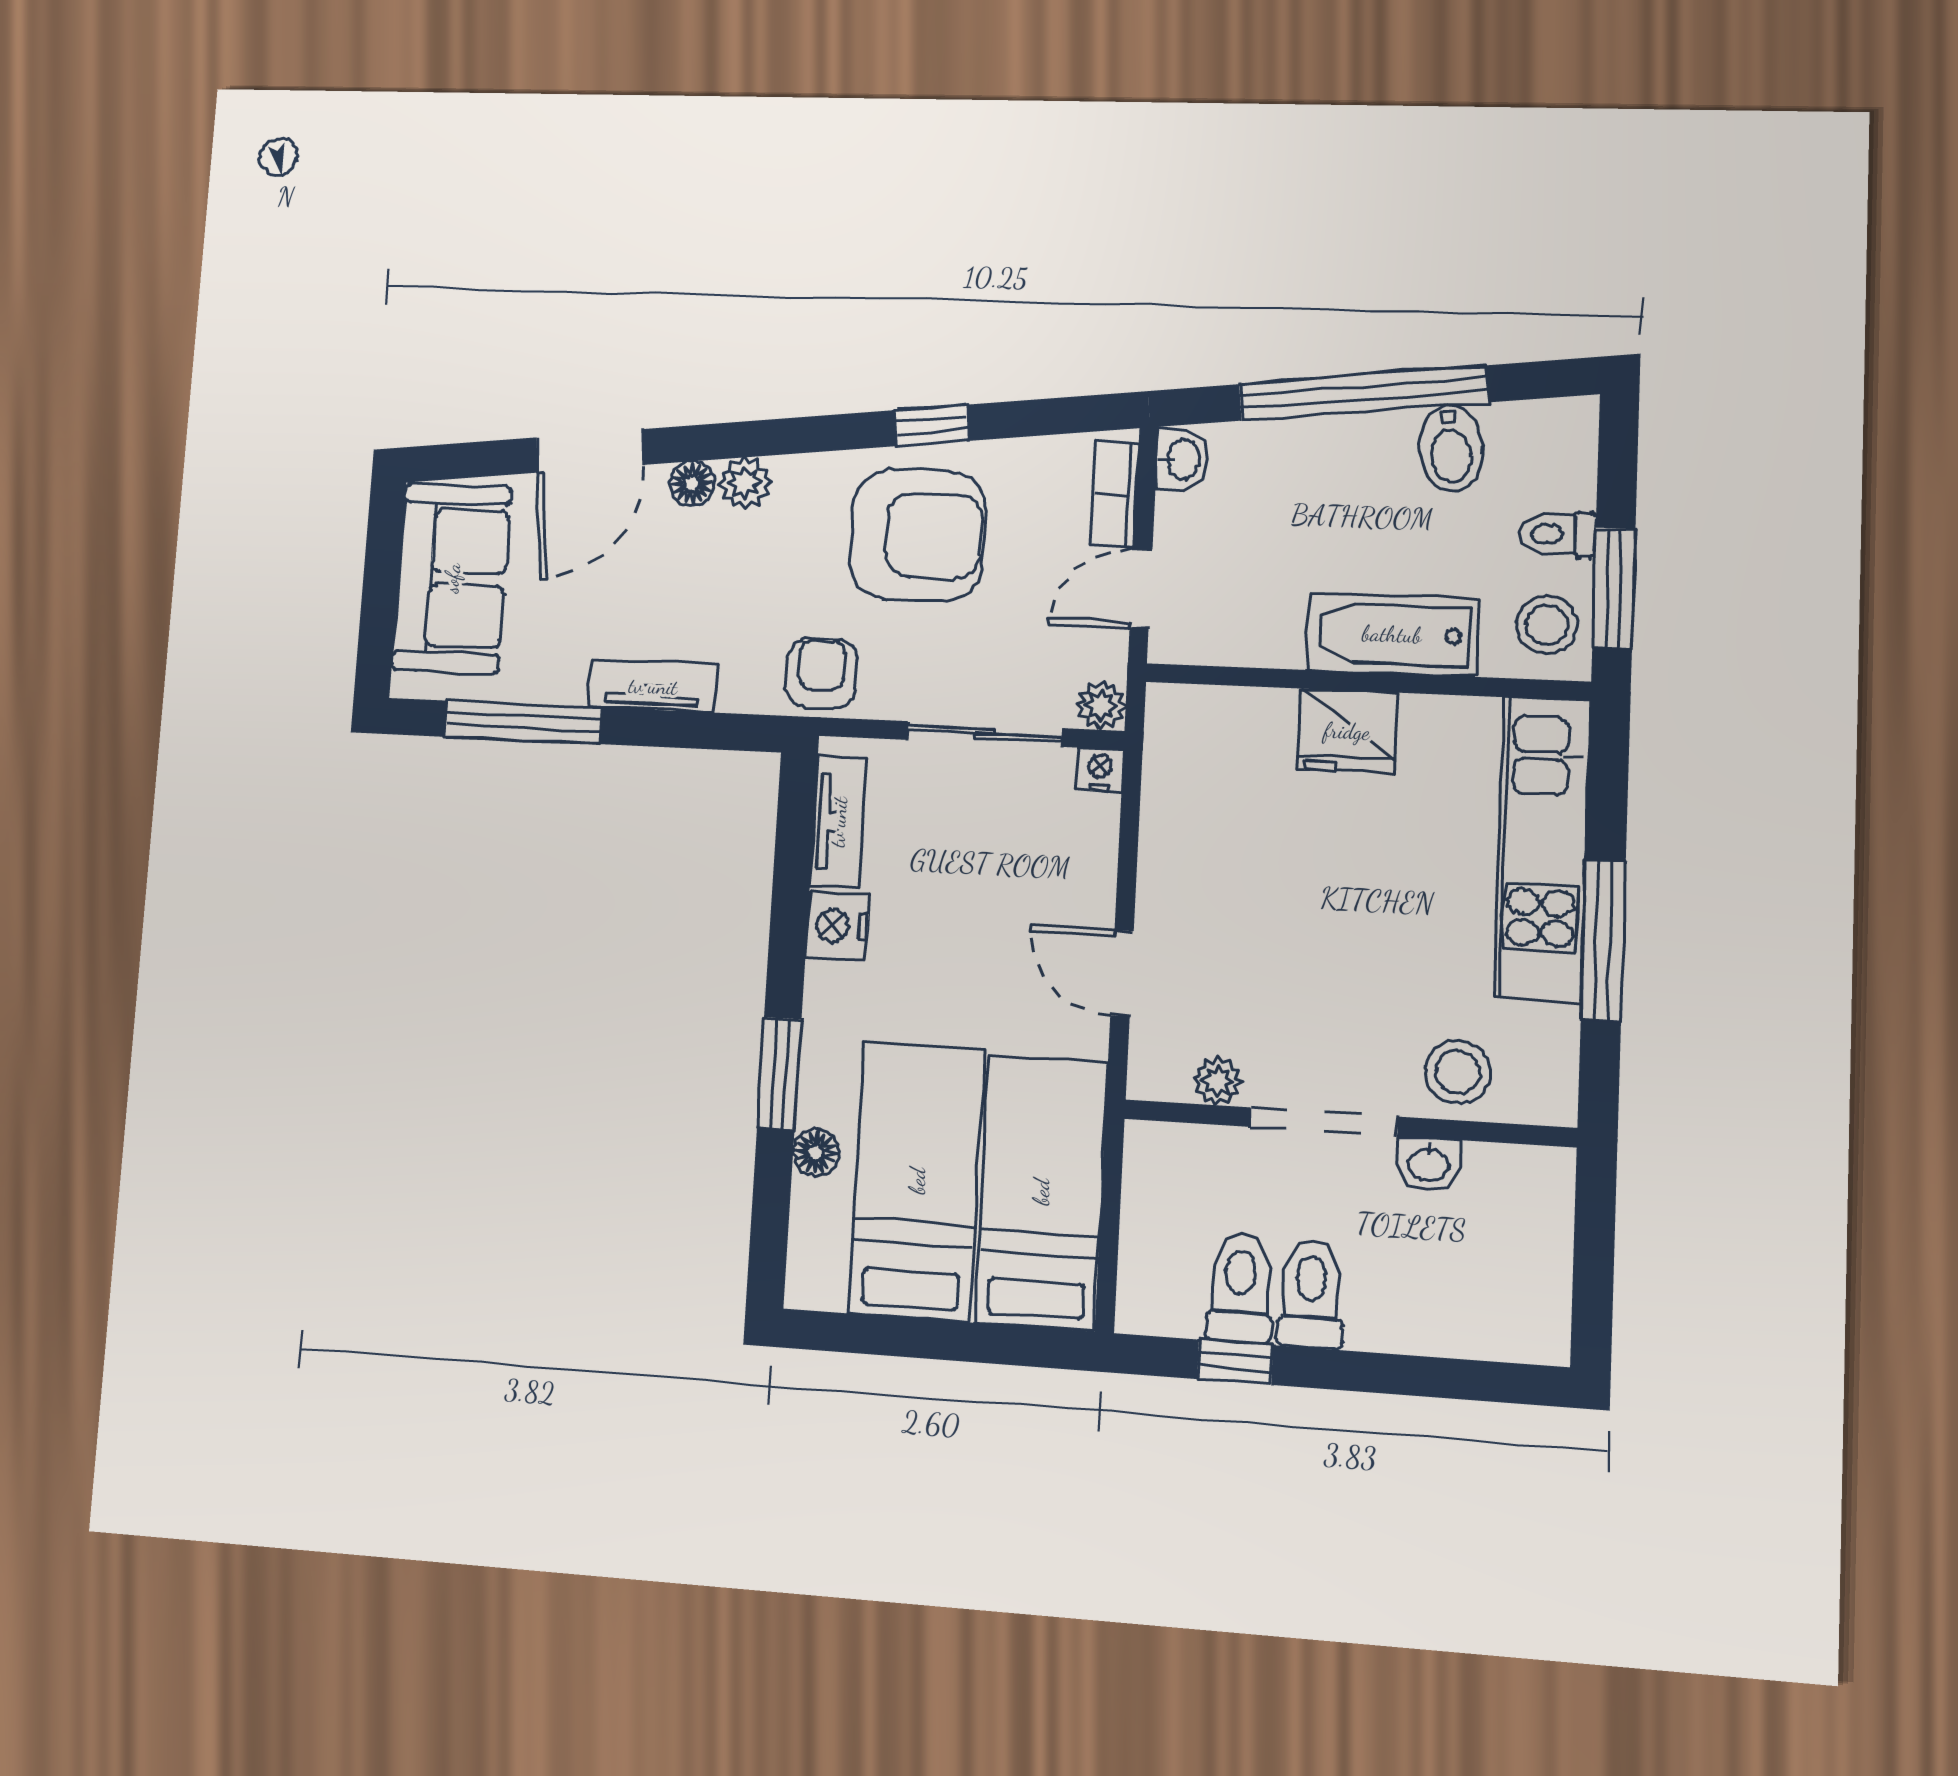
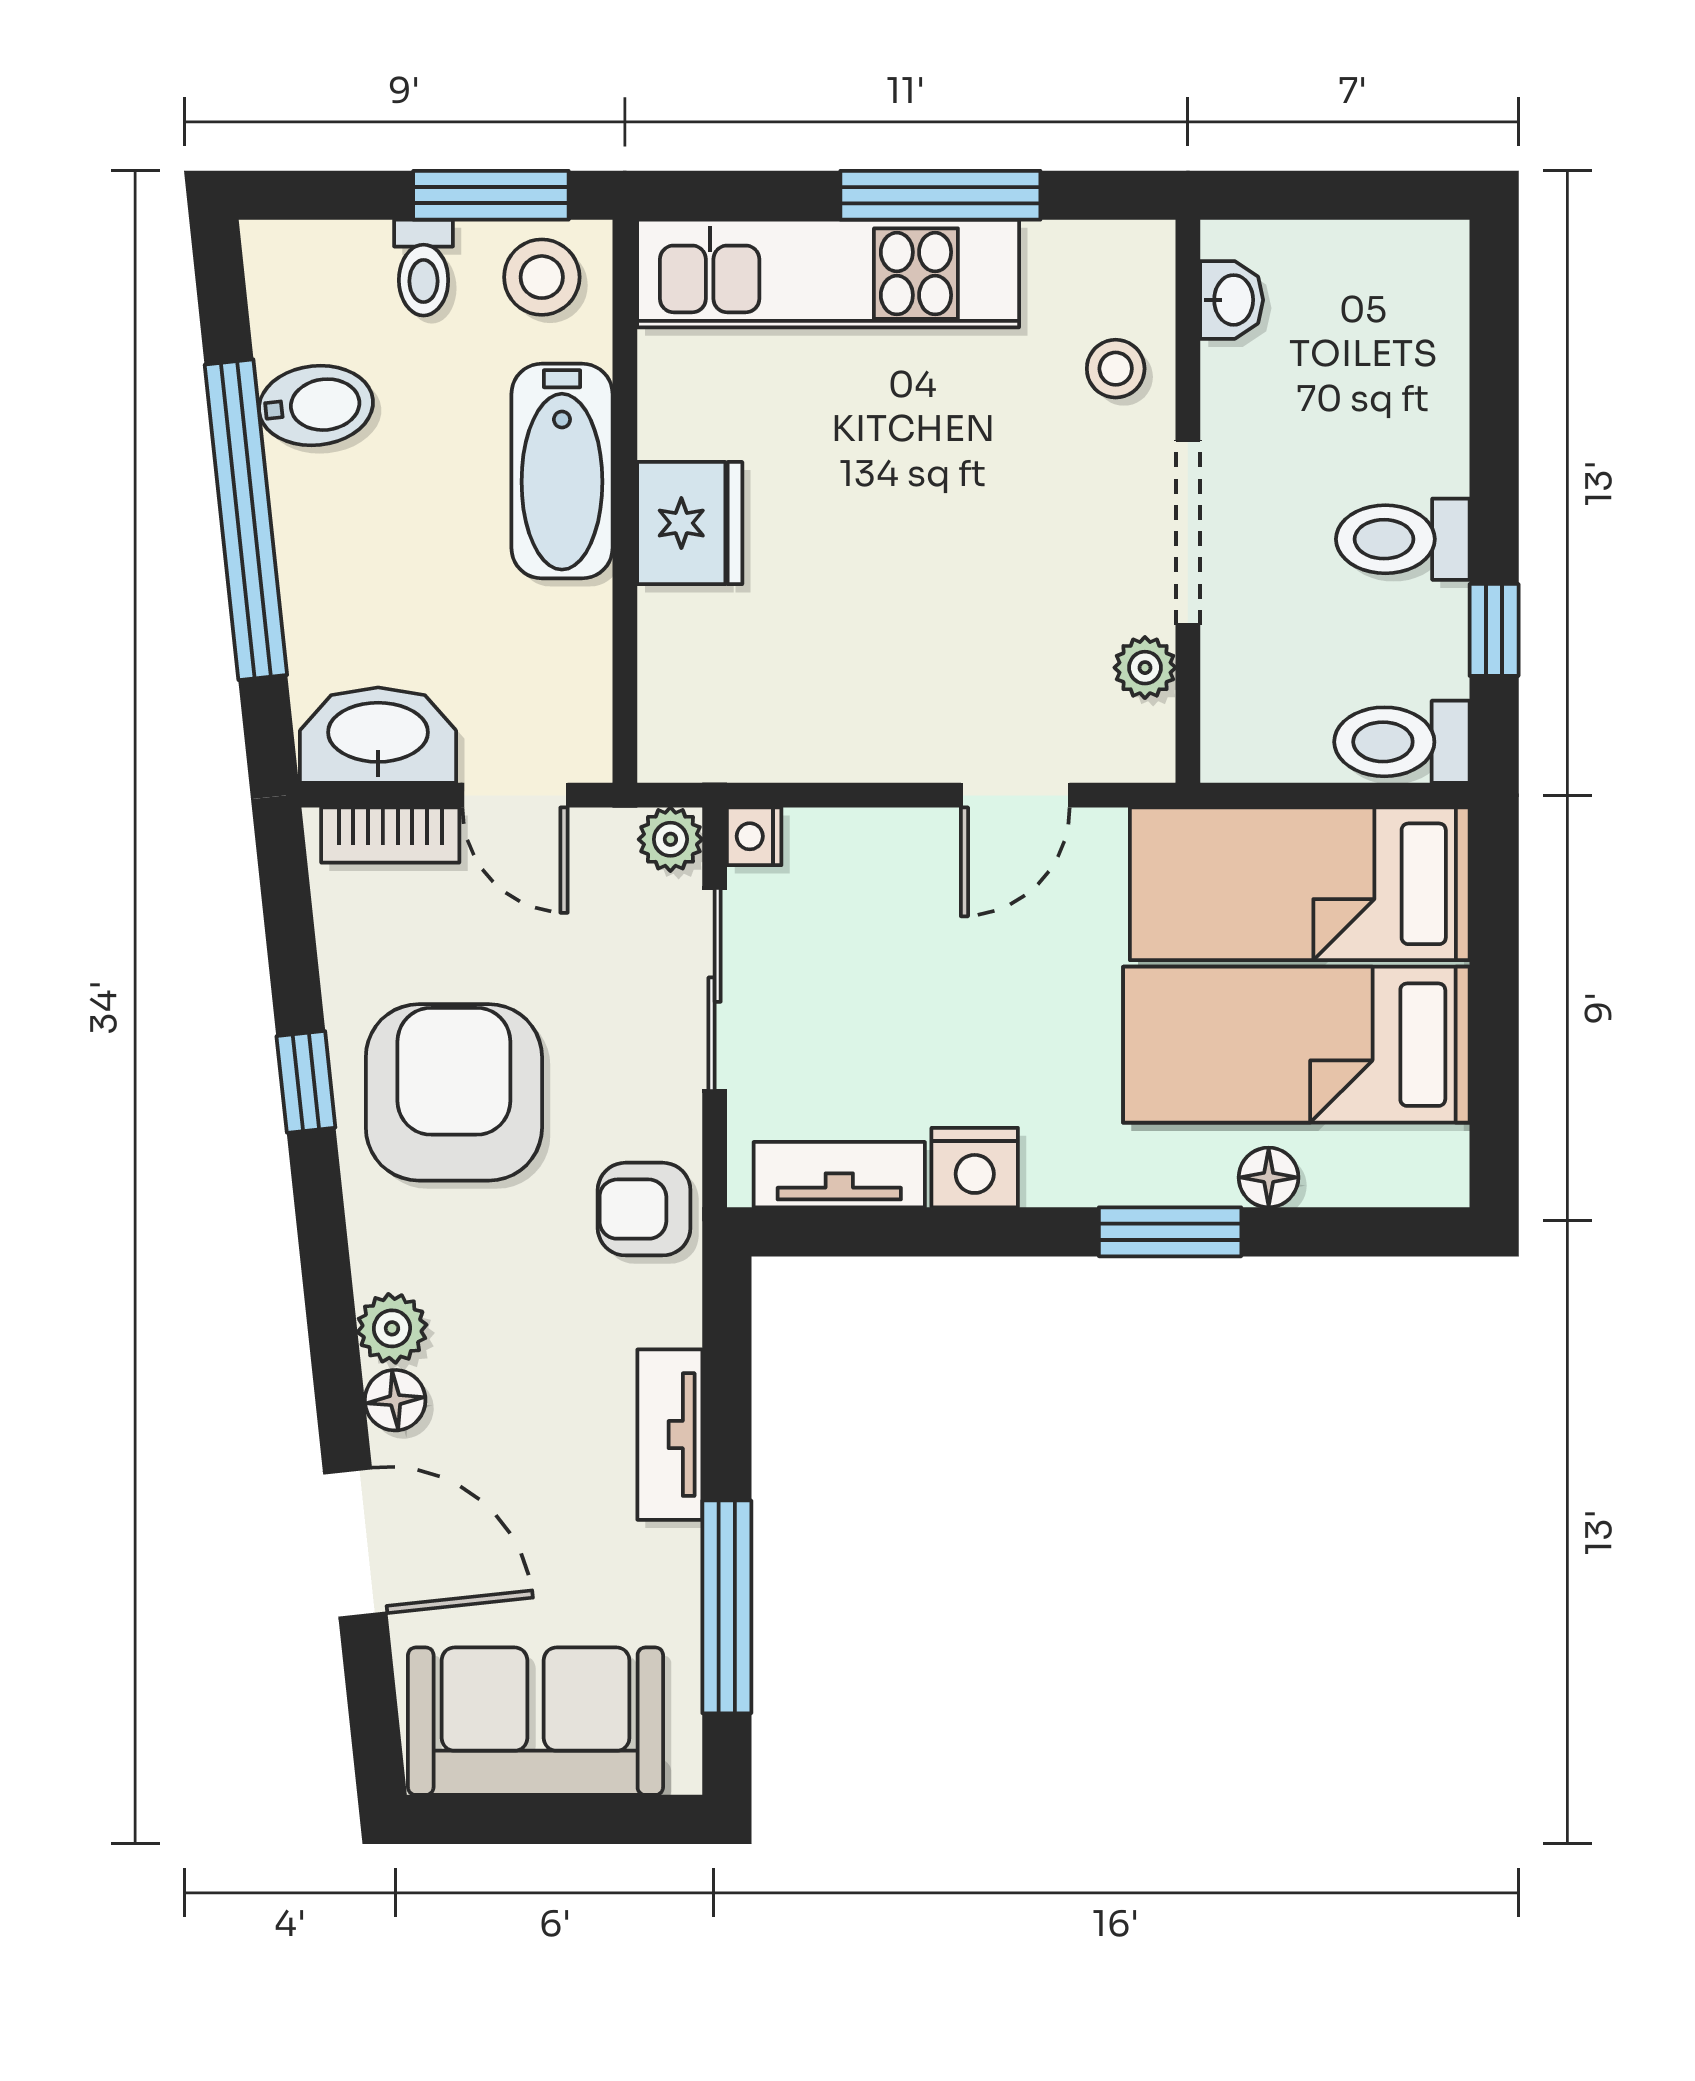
washbasin: (1182, 459) -> (378, 735), width x1.91, depth x1.45
stool: (1458, 1072) -> (1116, 369), width x0.73, depth x0.73
washbasin: (1428, 1164) -> (1232, 300), moved
toilet: (1240, 1288) -> (1402, 742), moved

